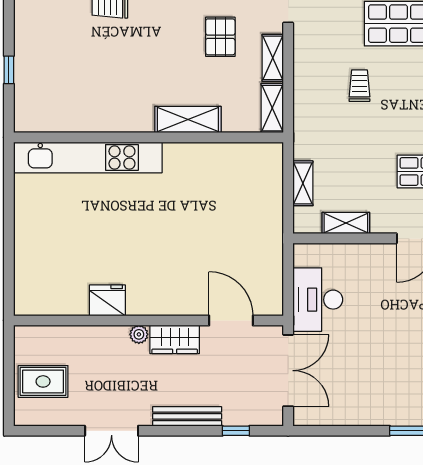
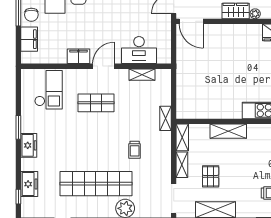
shelving: (303, 183) -> (165, 118), moved
desk: (318, 300) -> (139, 50), moved, turned 90
door: (231, 320) -> (191, 21), moved

